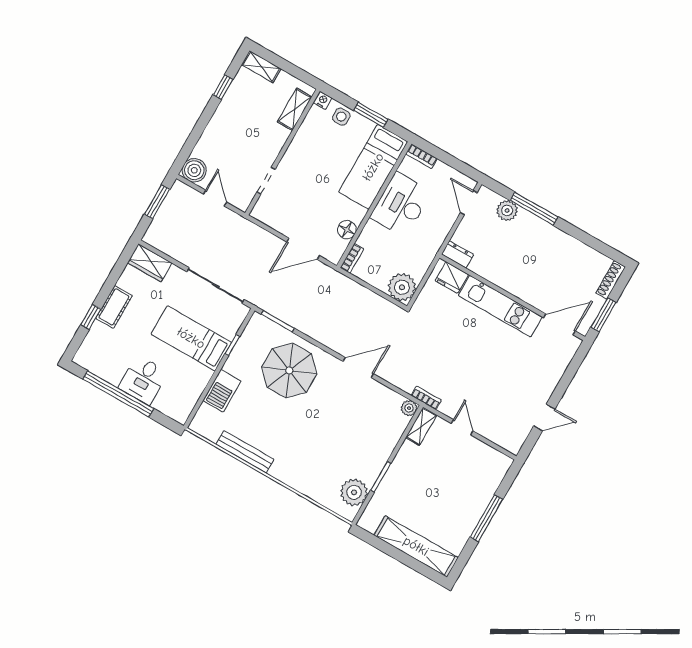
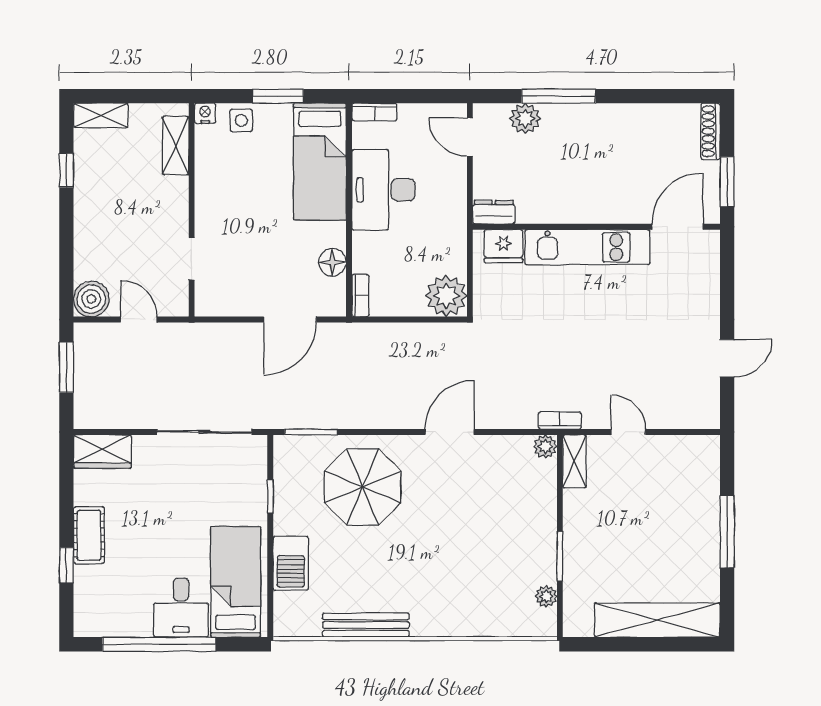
bed: (191, 338) -> (236, 582), moved, turned 90
plant: (354, 492) -> (546, 596), width x0.53, depth x0.53

